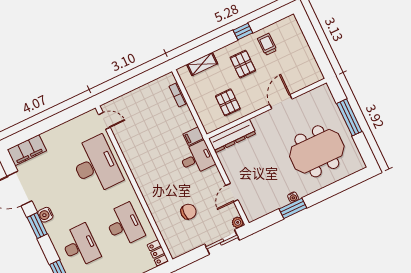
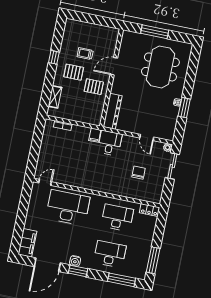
trolley: (267, 44) -> (85, 53), moved
pallet: (228, 102) -> (94, 87), moved
door: (281, 102) -> (114, 66), hinge flipped

